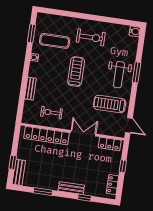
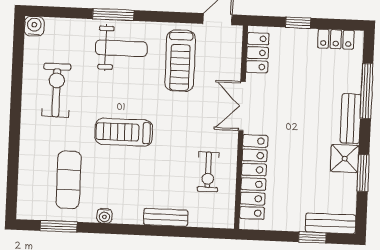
exercise bike: (91, 37) -> (56, 90), moved
shower: (51, 183) -> (345, 159), added
window: (84, 198) -> (367, 91), width x2.17

